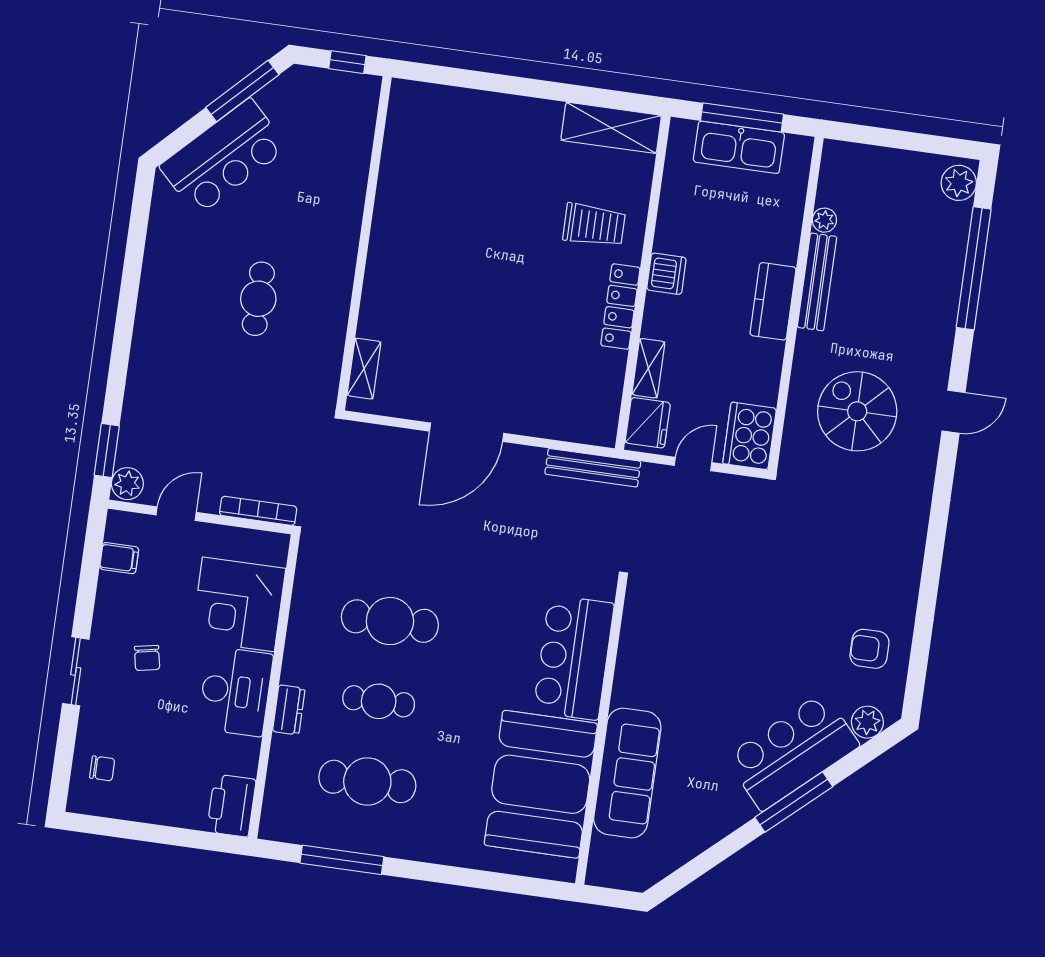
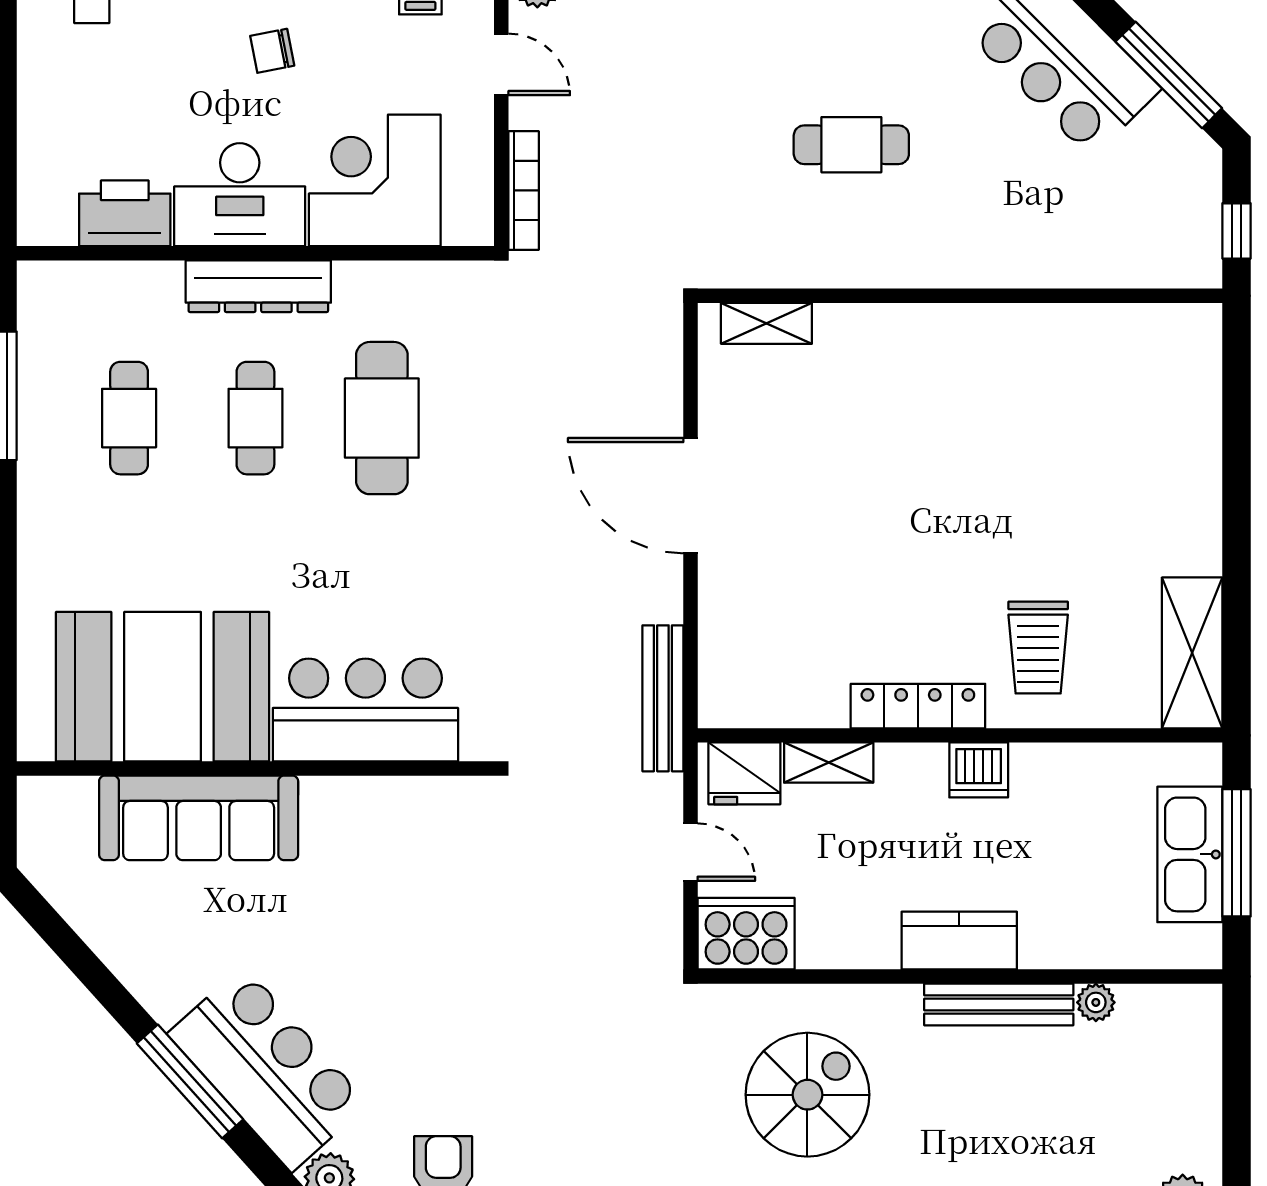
dresser: (289, 710) -> (258, 286), width x1.96, depth x1.24
cafe table: (367, 781) -> (129, 418), width x0.73, depth x0.74
printer: (231, 806) -> (125, 213), moved

